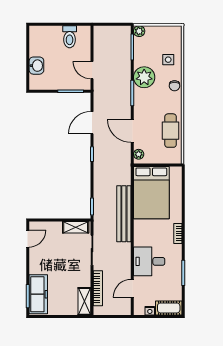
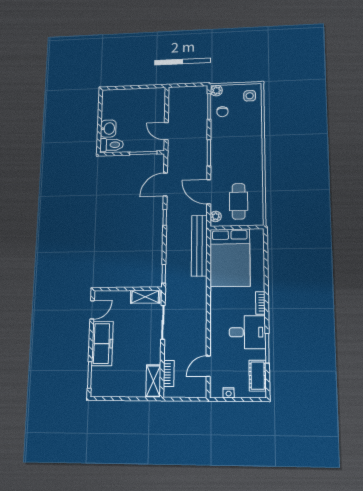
toilet: (70, 37) -> (112, 145), moved, turned -90
side table: (168, 60) -> (250, 96), moved
plant: (144, 77) -> (222, 136), removed
chair: (175, 86) -> (222, 112), moved
cafe table: (171, 131) -> (239, 201), moved
bench: (124, 214) -> (199, 246), moved
desk: (149, 261) -> (247, 332), moved, turned 180
bookcase: (98, 288) -> (169, 373), width x0.64
freezer: (38, 294) -> (102, 344), moved
cot: (169, 308) -> (258, 376), moved, turned 90

